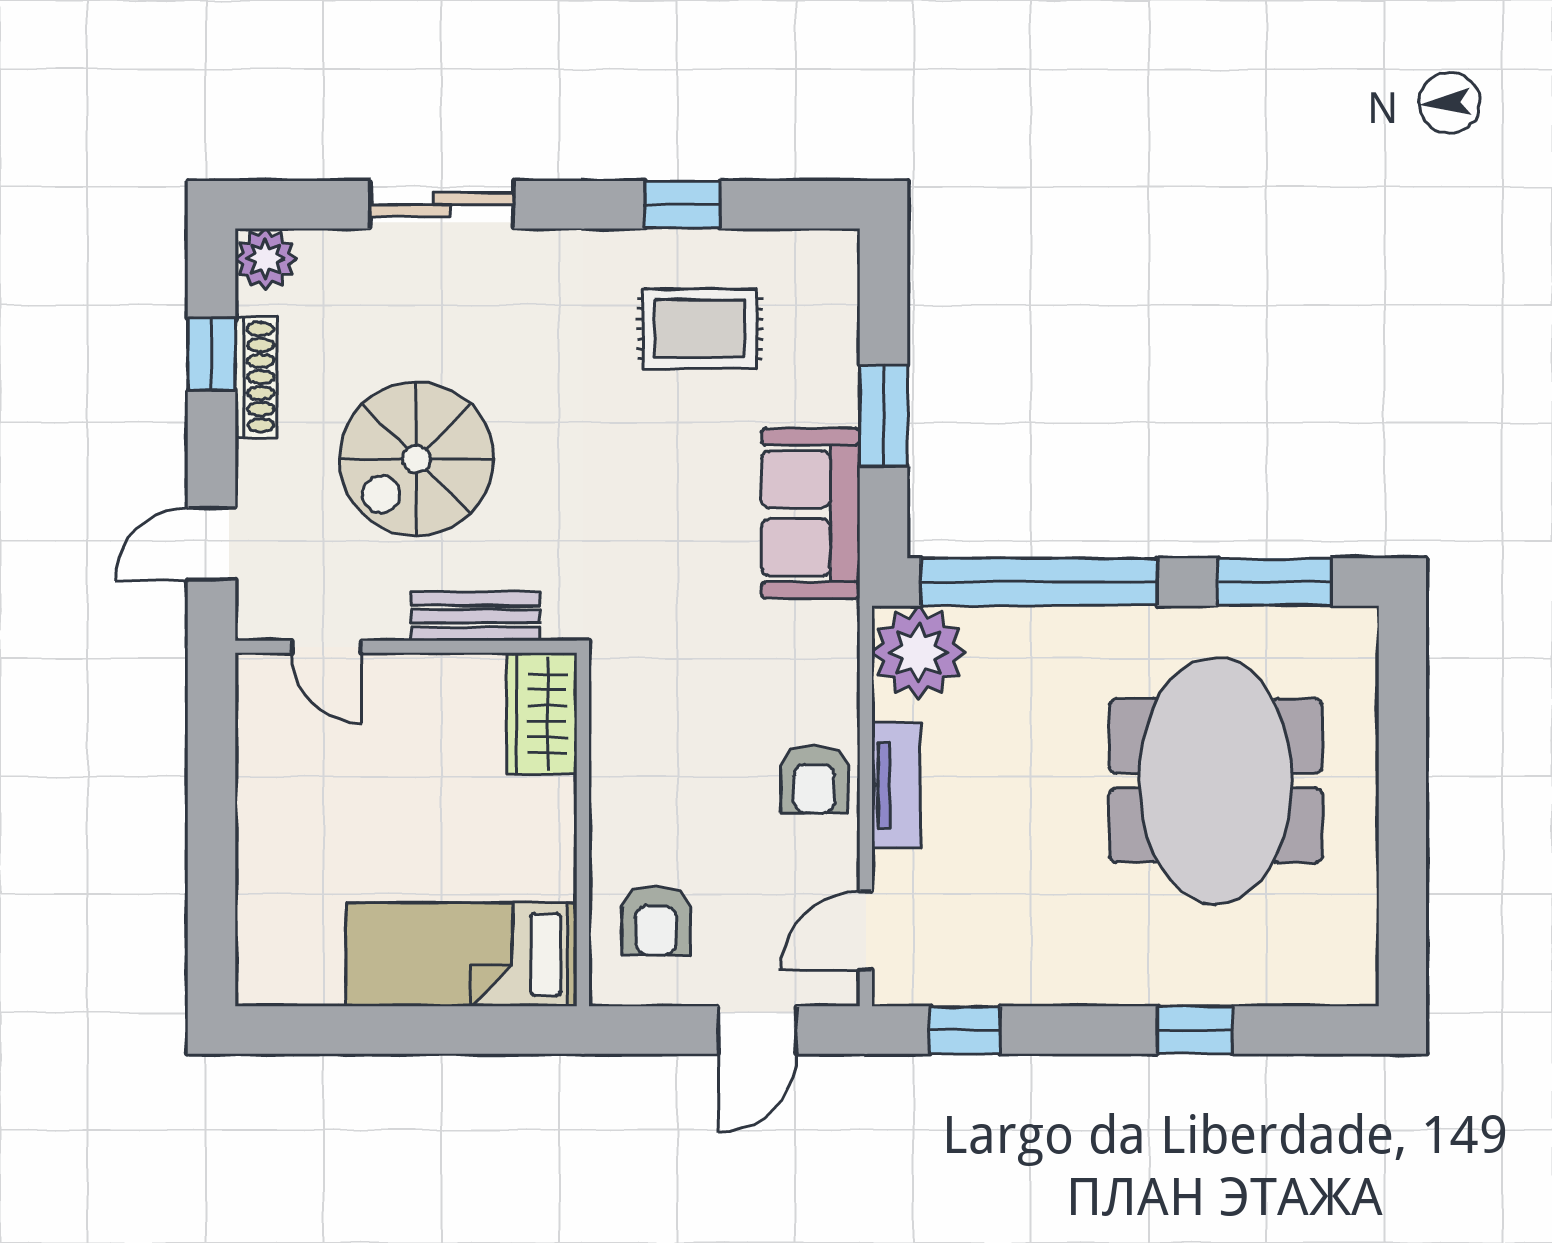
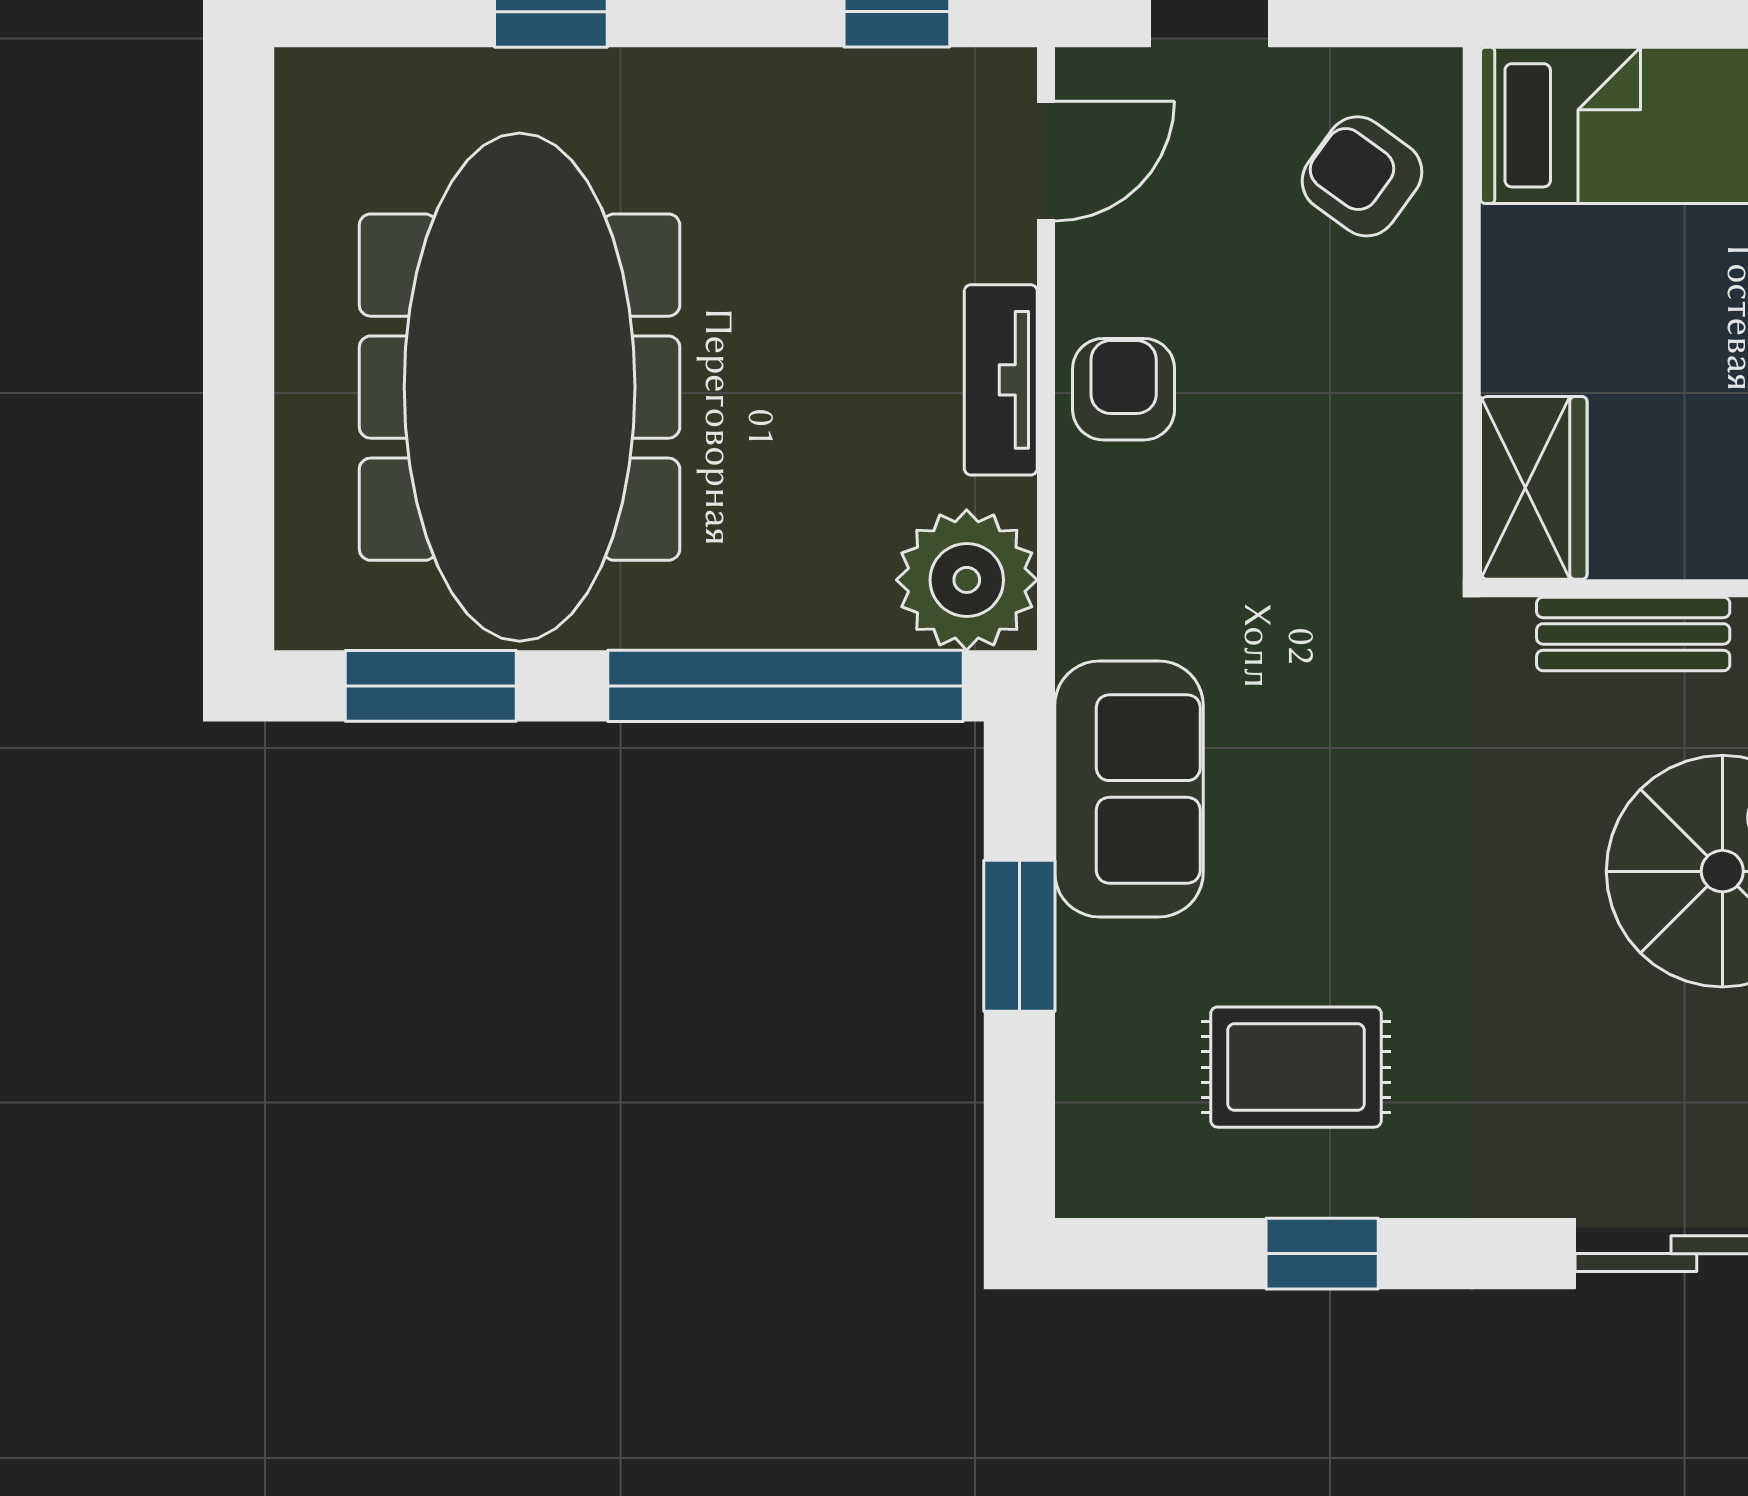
meeting table: (1216, 781) -> (520, 387), width x1.36
armchair: (656, 921) -> (1362, 176), turned -54

